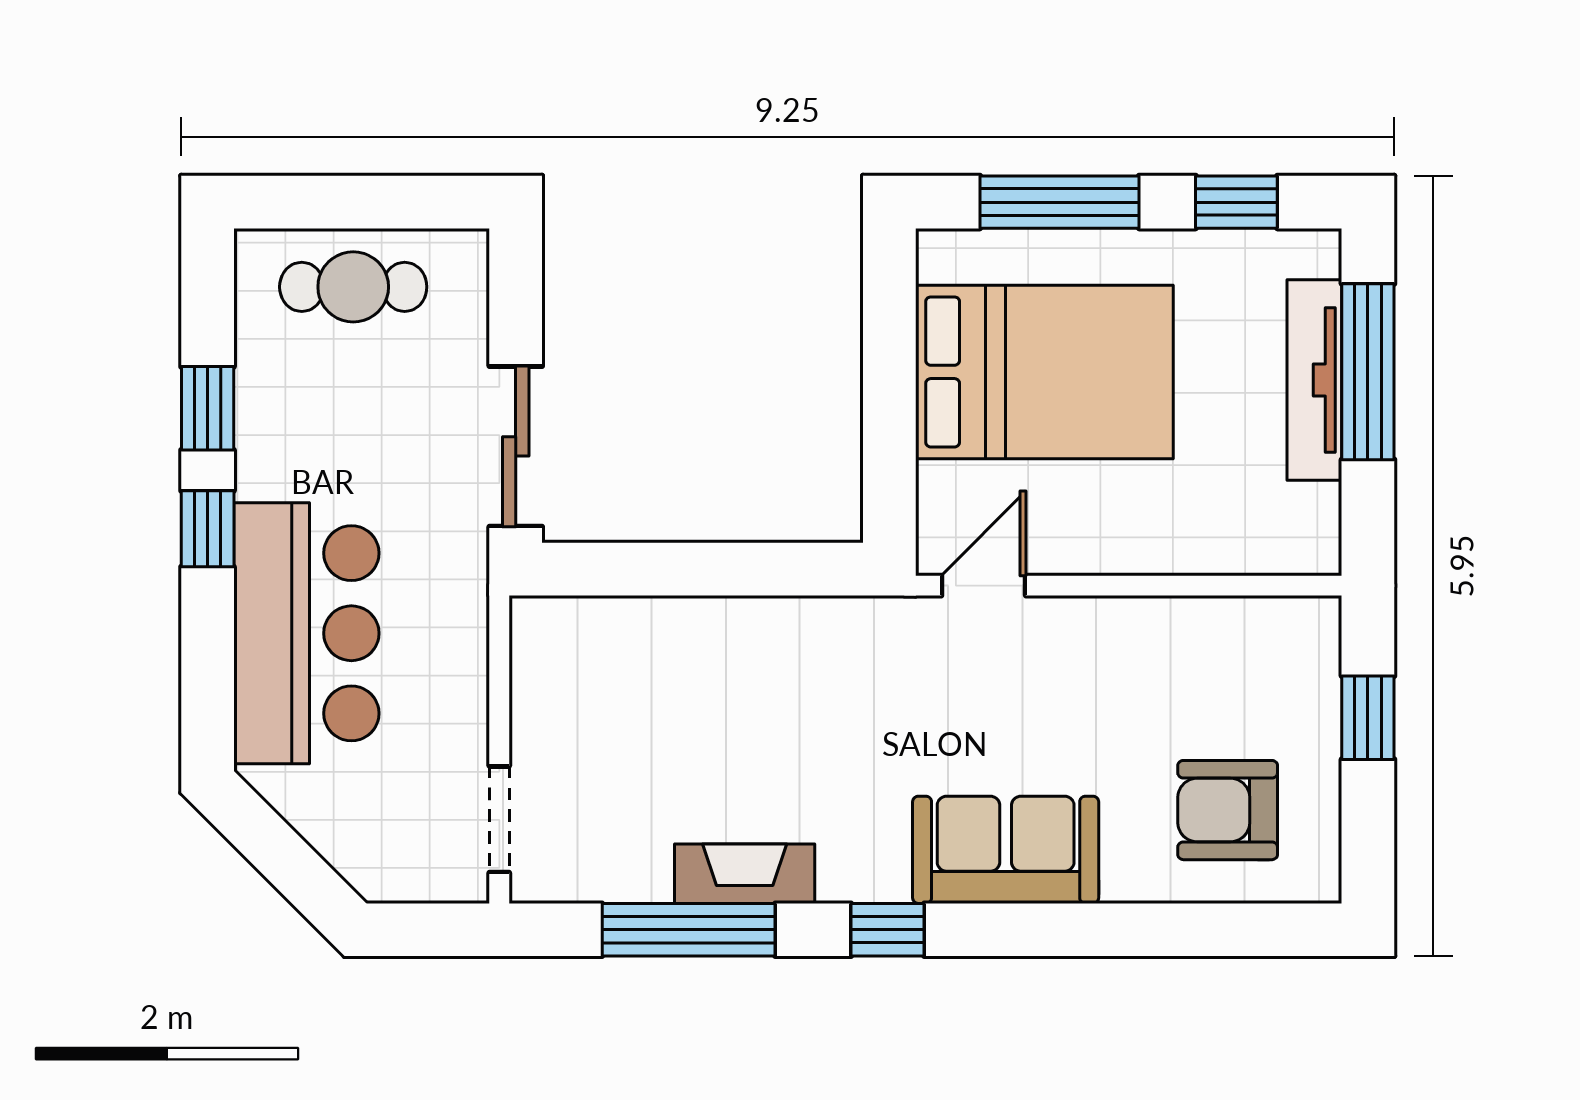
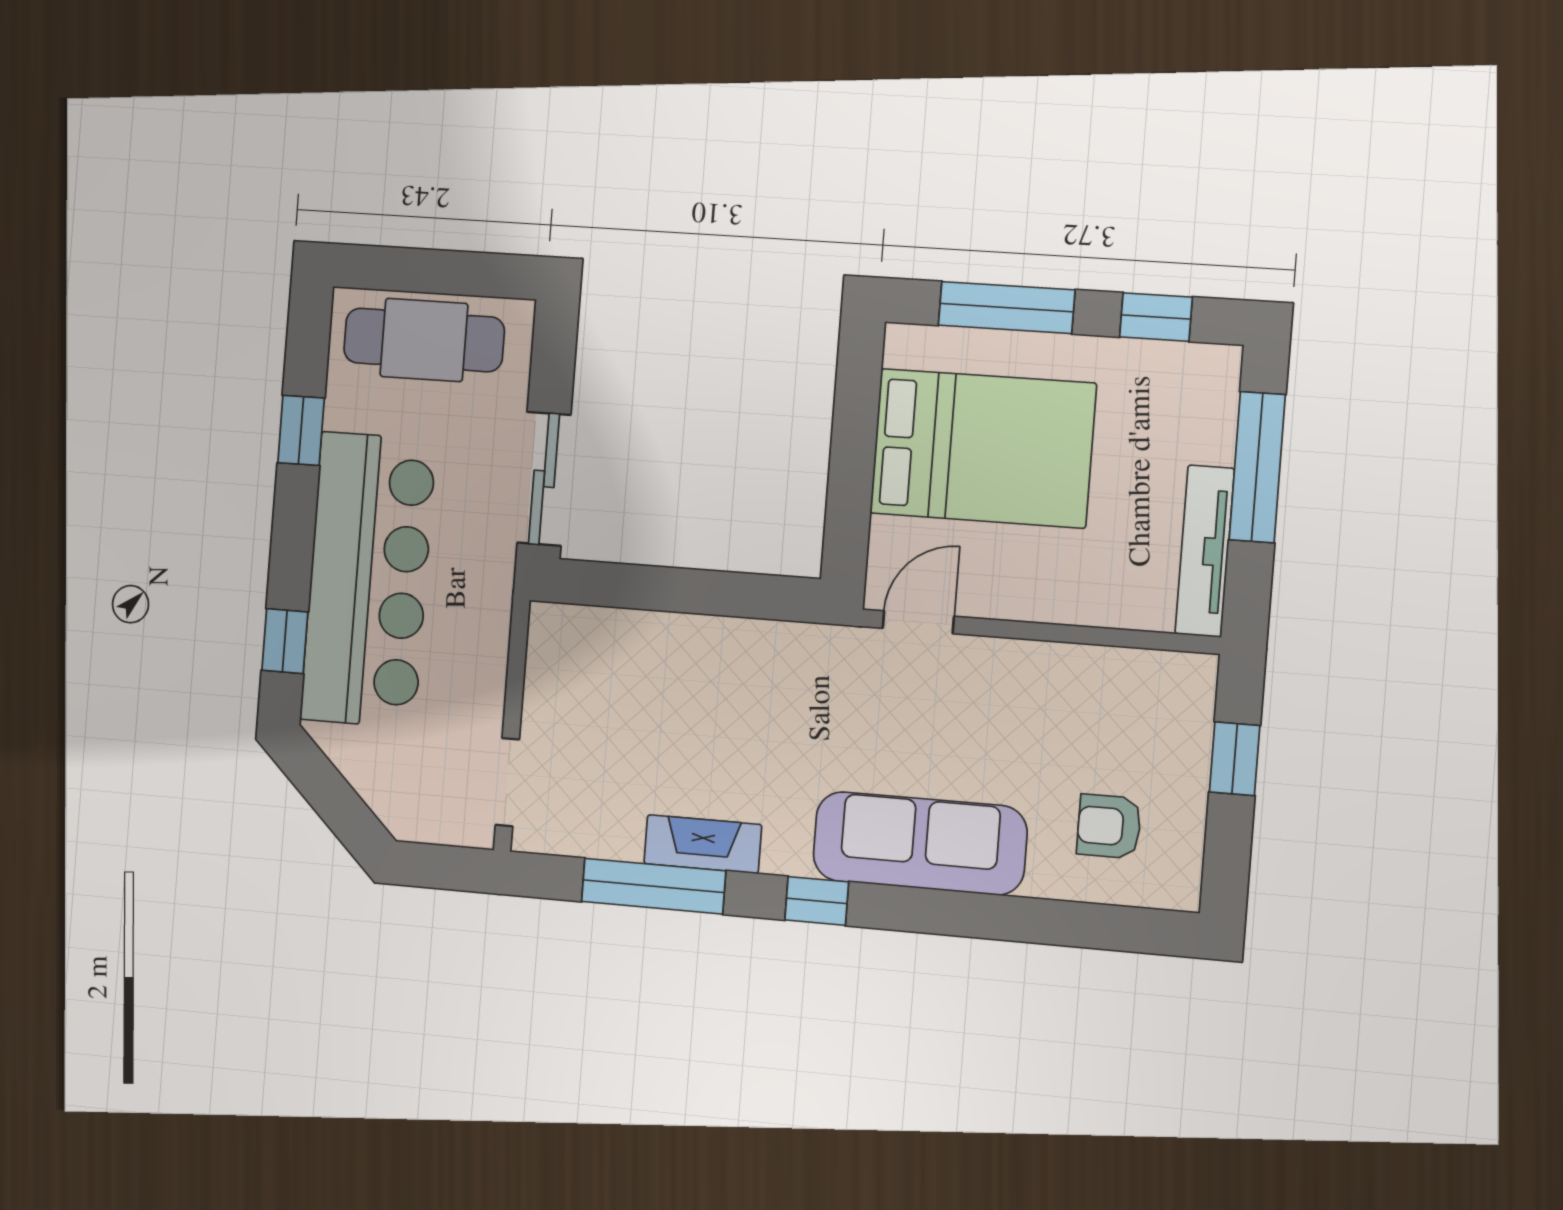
cafe table: (353, 287) -> (424, 340), width x1.37, depth x1.35
tv unit: (1314, 380) -> (1205, 551), moved
window: (208, 529) -> (285, 641), moved
bar counter: (306, 633) -> (368, 580), width x1.36
armchair: (1228, 810) -> (1109, 826), width x0.72, depth x0.72
sofa: (1006, 850) -> (920, 843), width x1.36

